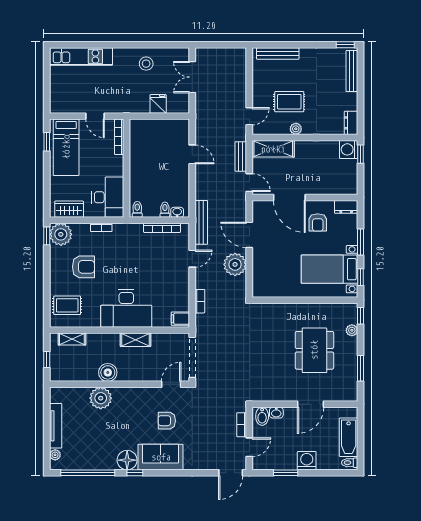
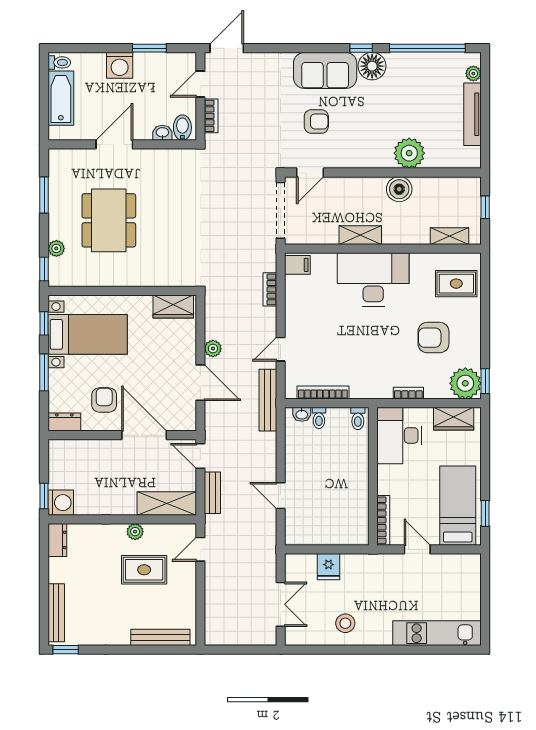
plant: (235, 264) -> (213, 349), width x0.53, depth x0.53
wardrobe: (269, 289) -> (173, 306), added

